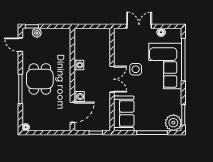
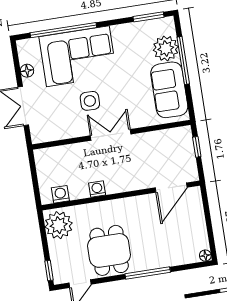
plant: (37, 33) -> (59, 225), moved, width x1.87, depth x1.87
dining table: (40, 79) -> (109, 250), moved, turned 90
washing machine: (79, 97) -> (60, 194), moved
door: (72, 112) -> (171, 188), swing flipped
sofa: (124, 113) -> (169, 90), moved, turned -90
plant: (173, 123) -> (166, 48), moved

